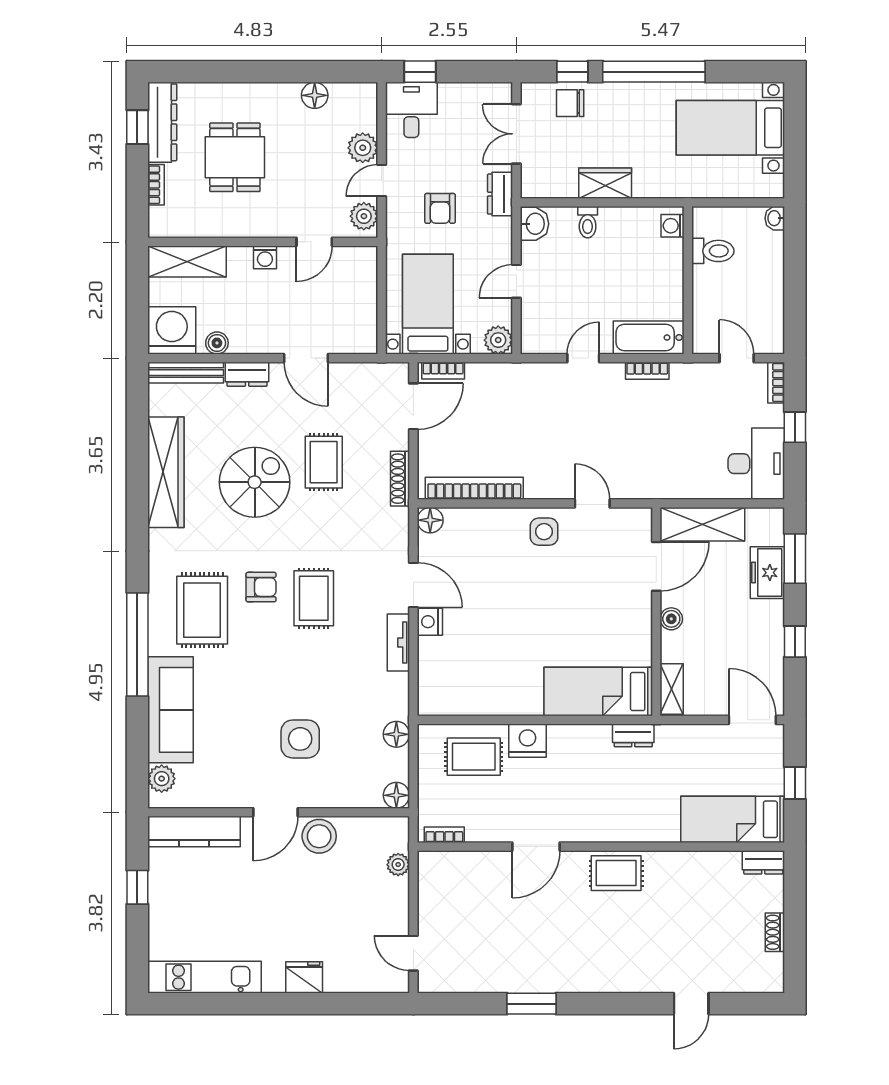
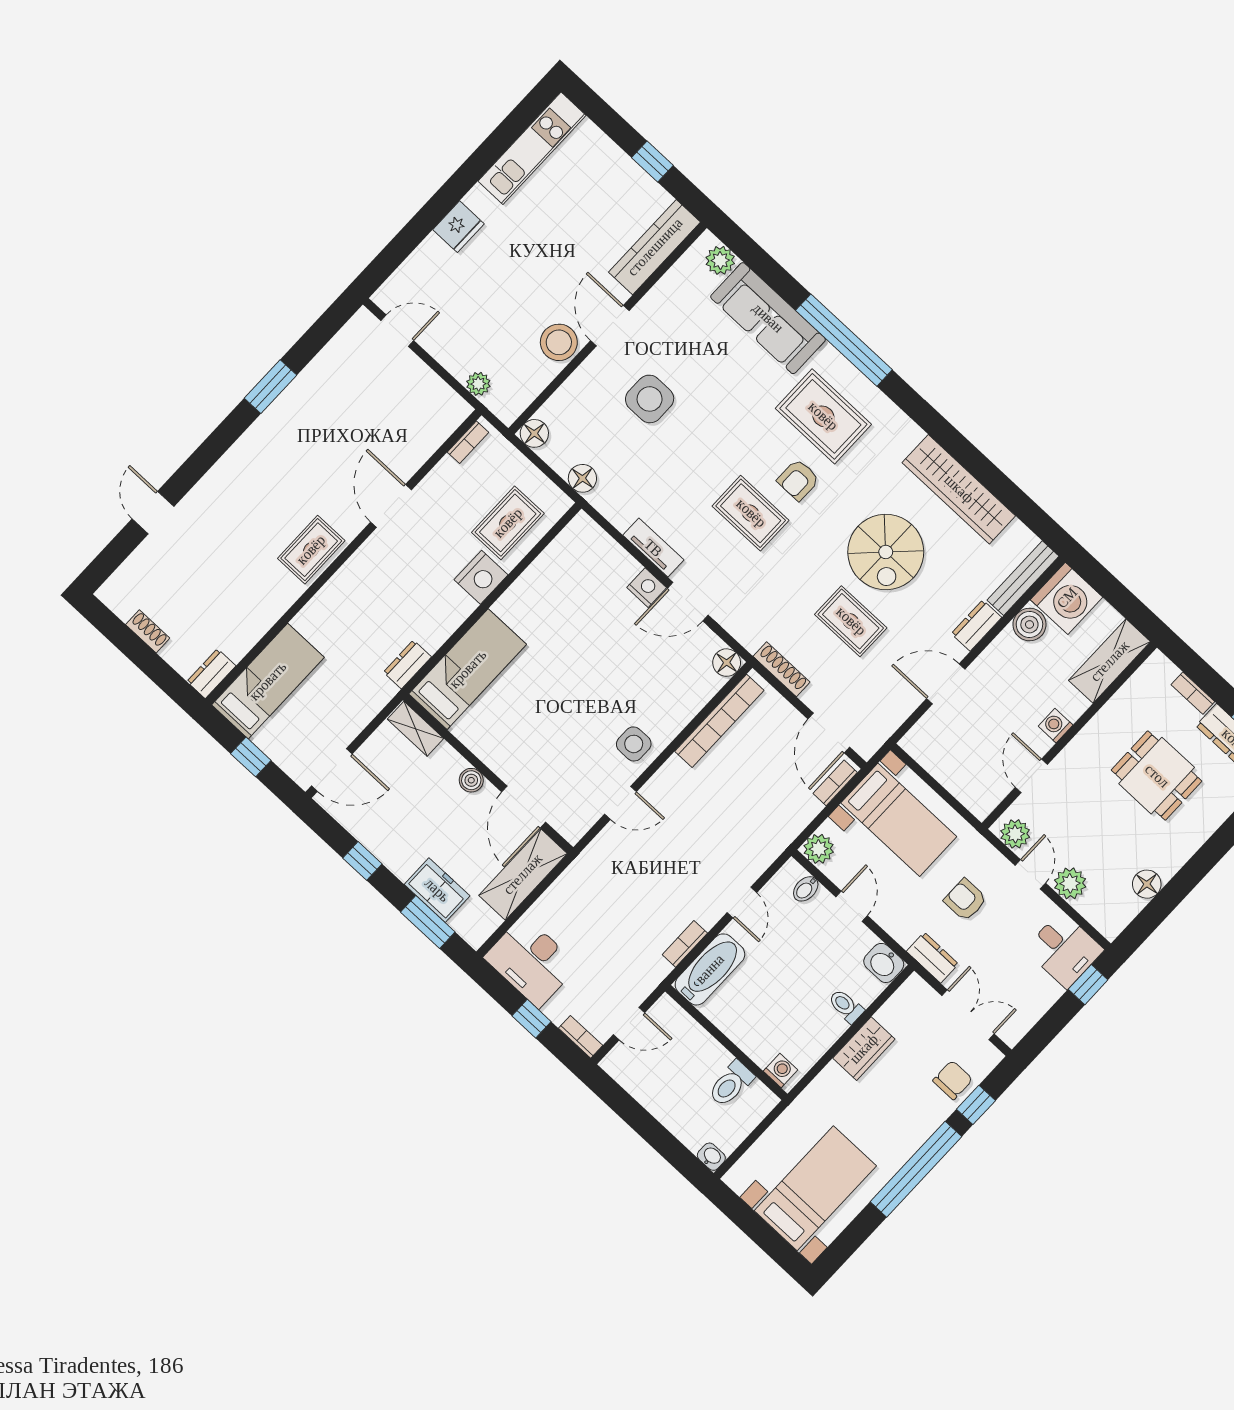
bidet: (534, 323) -> (806, 889), added
boiler: (217, 343) -> (1029, 624), width x1.36, depth x1.36

